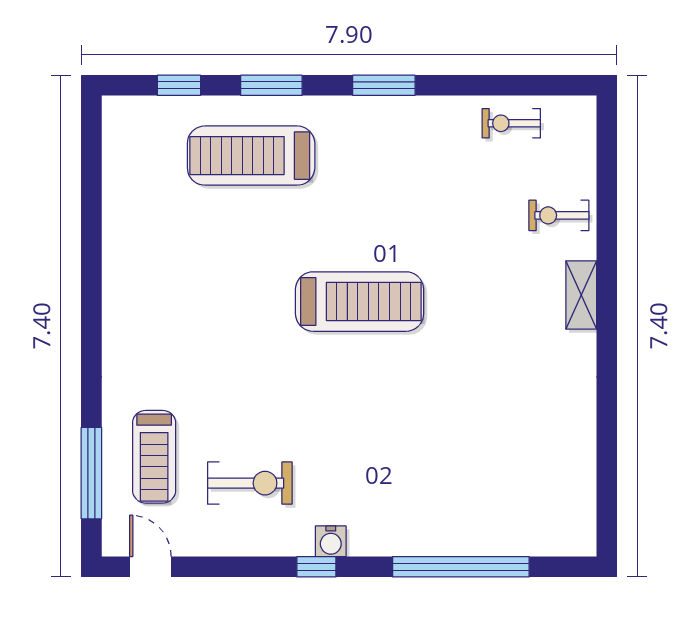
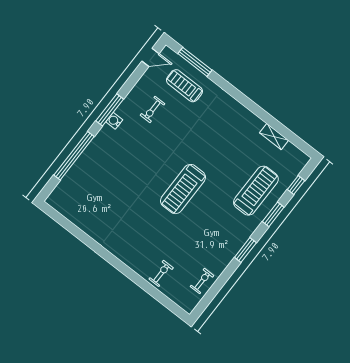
shelving: (581, 295) -> (274, 137), moved
exercise bike: (250, 483) -> (153, 109), width x0.73, depth x0.72
window: (316, 567) -> (110, 110), width x2.17

